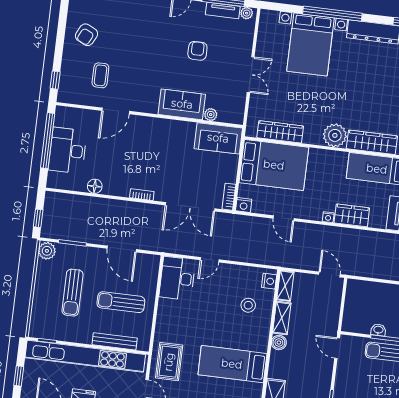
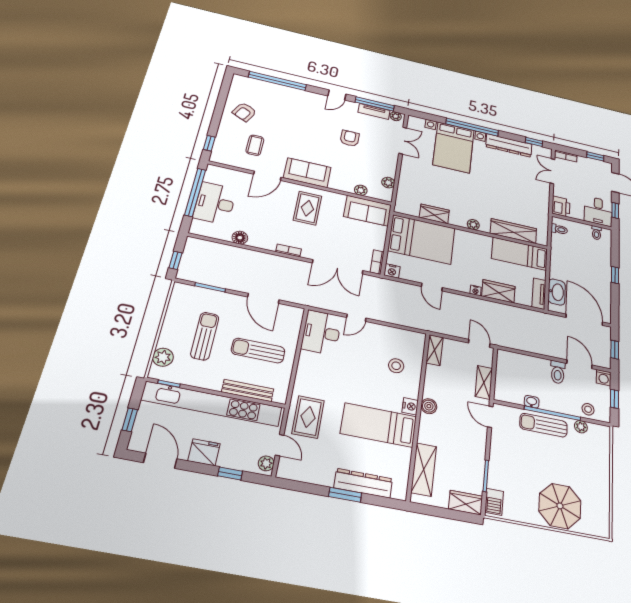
double door: (251, 75) -> (403, 141), moved
plant: (239, 101) -> (388, 183), added
sofa: (182, 104) -> (307, 173), moved
wardrobe: (280, 132) -> (434, 214), width x0.67
plant: (335, 135) -> (473, 225), width x0.53, depth x0.53
rug: (158, 144) -> (307, 208), added
plant: (47, 251) -> (163, 357), moved
nightstand: (269, 281) -> (410, 406), moved
sun lounger: (72, 293) -> (205, 336), turned 180
shelving: (282, 318) -> (484, 382), moved

